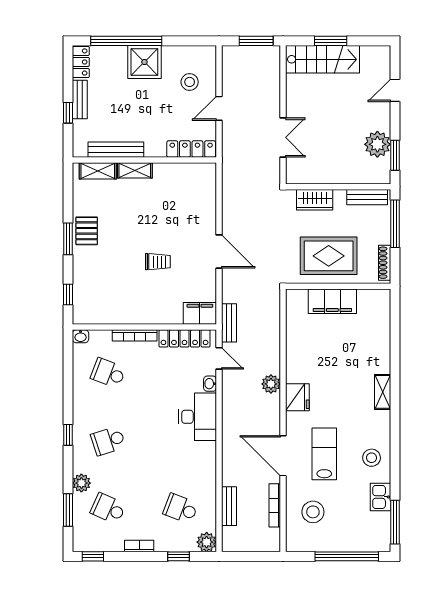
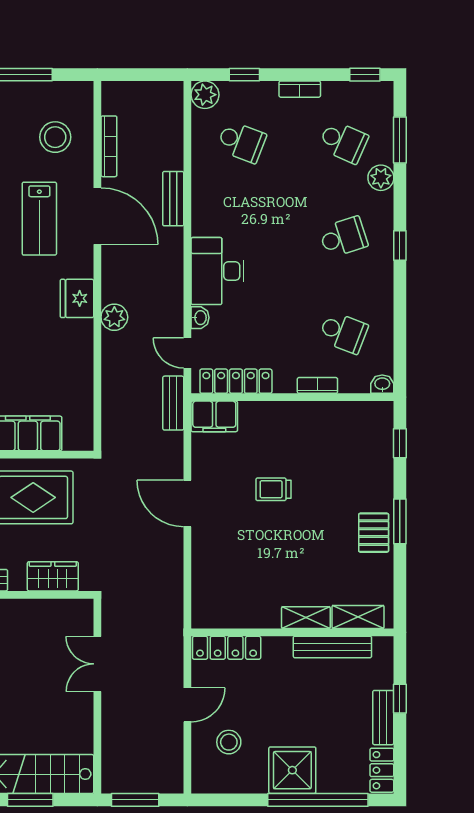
bookcase: (135, 335) -> (317, 385), width x0.64
bench: (229, 506) -> (173, 199), moved

